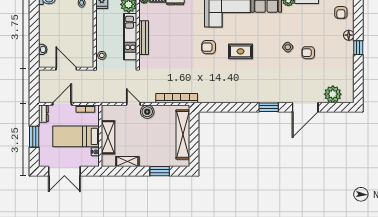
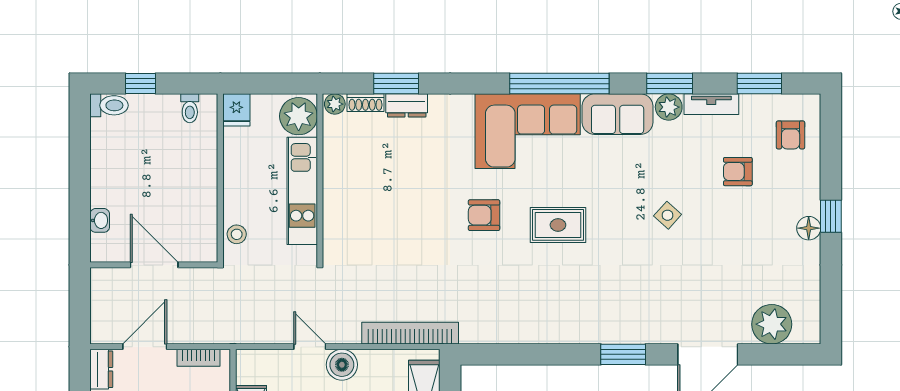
floor lamp: (349, 35) -> (809, 228), moved
bench: (144, 38) -> (333, 193), removed
armchair: (308, 53) -> (738, 172), moved

